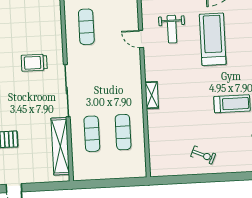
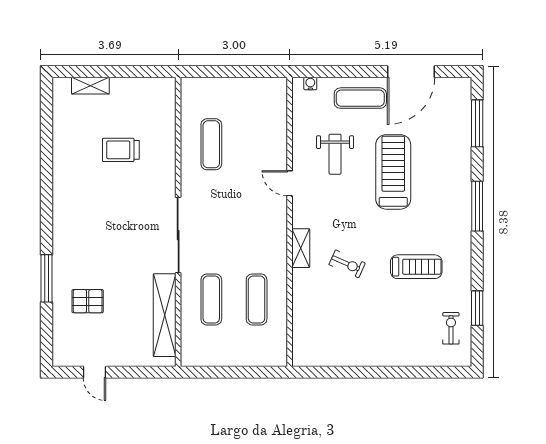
door: (141, 39) -> (290, 183), moved
trolley: (34, 63) -> (121, 150), moved
exercise bike: (203, 155) -> (347, 264), moved

